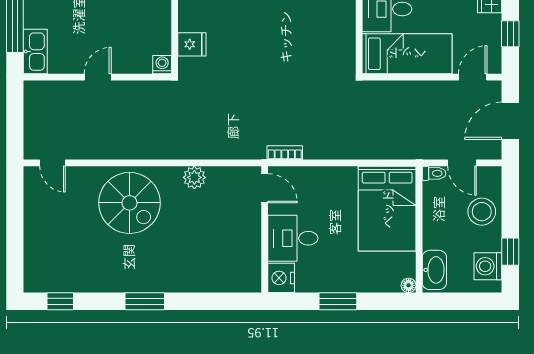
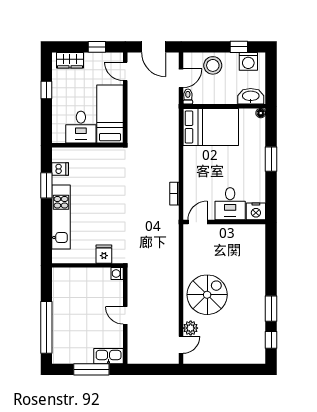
plant: (194, 177) -> (191, 328), moved
door: (265, 188) -> (198, 222), moved
wall: (265, 229) -> (224, 222), moved
desk: (293, 238) -> (230, 204), moved
nightstand: (281, 278) -> (256, 211), moved
window: (145, 301) -> (271, 309), moved

